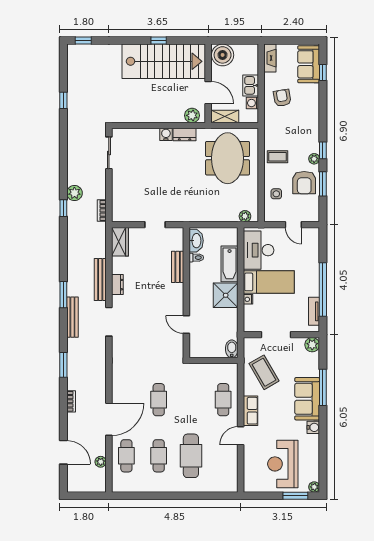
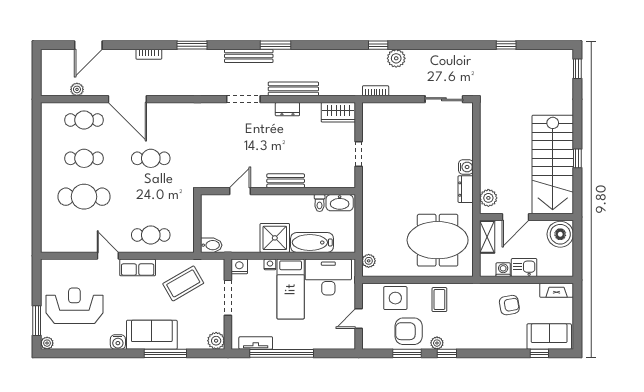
side table: (276, 194) -> (395, 298), width x1.87, depth x1.87
bench: (178, 267) -> (286, 181), moved
nightstand: (250, 325) -> (239, 266), added

